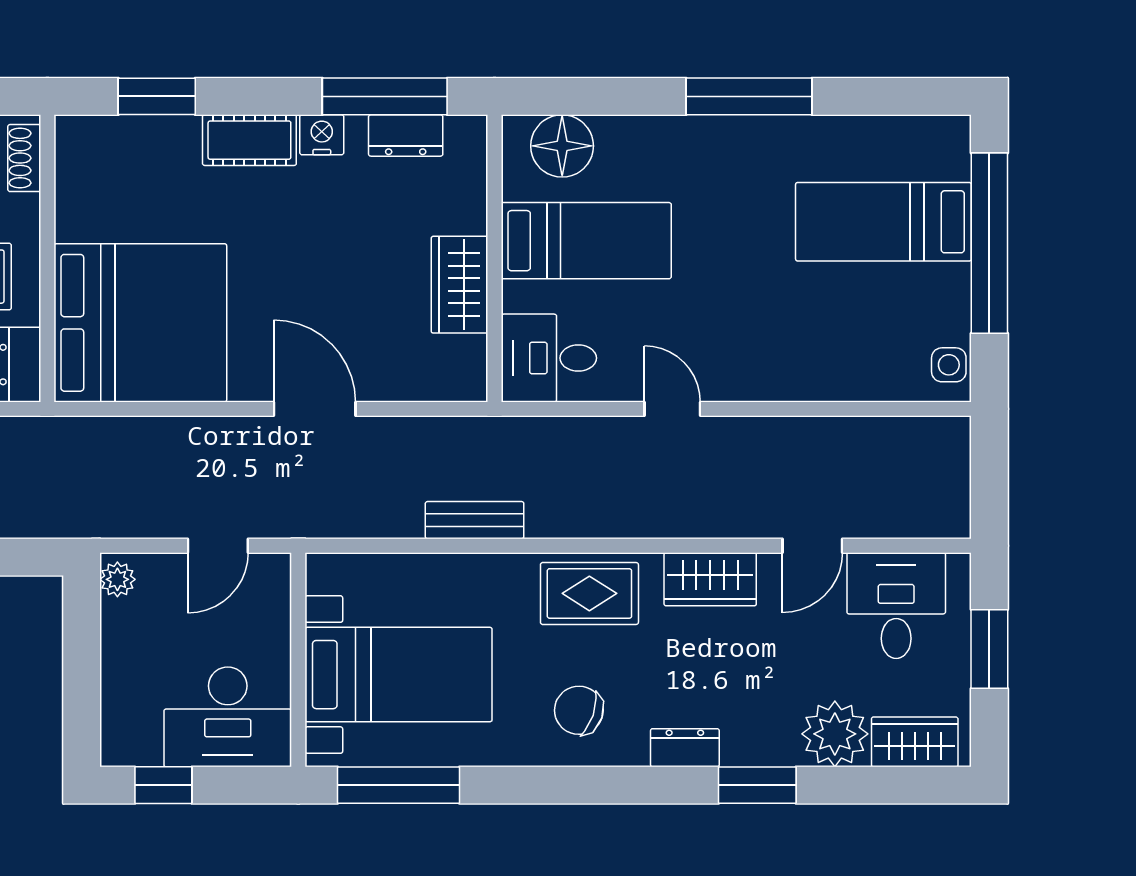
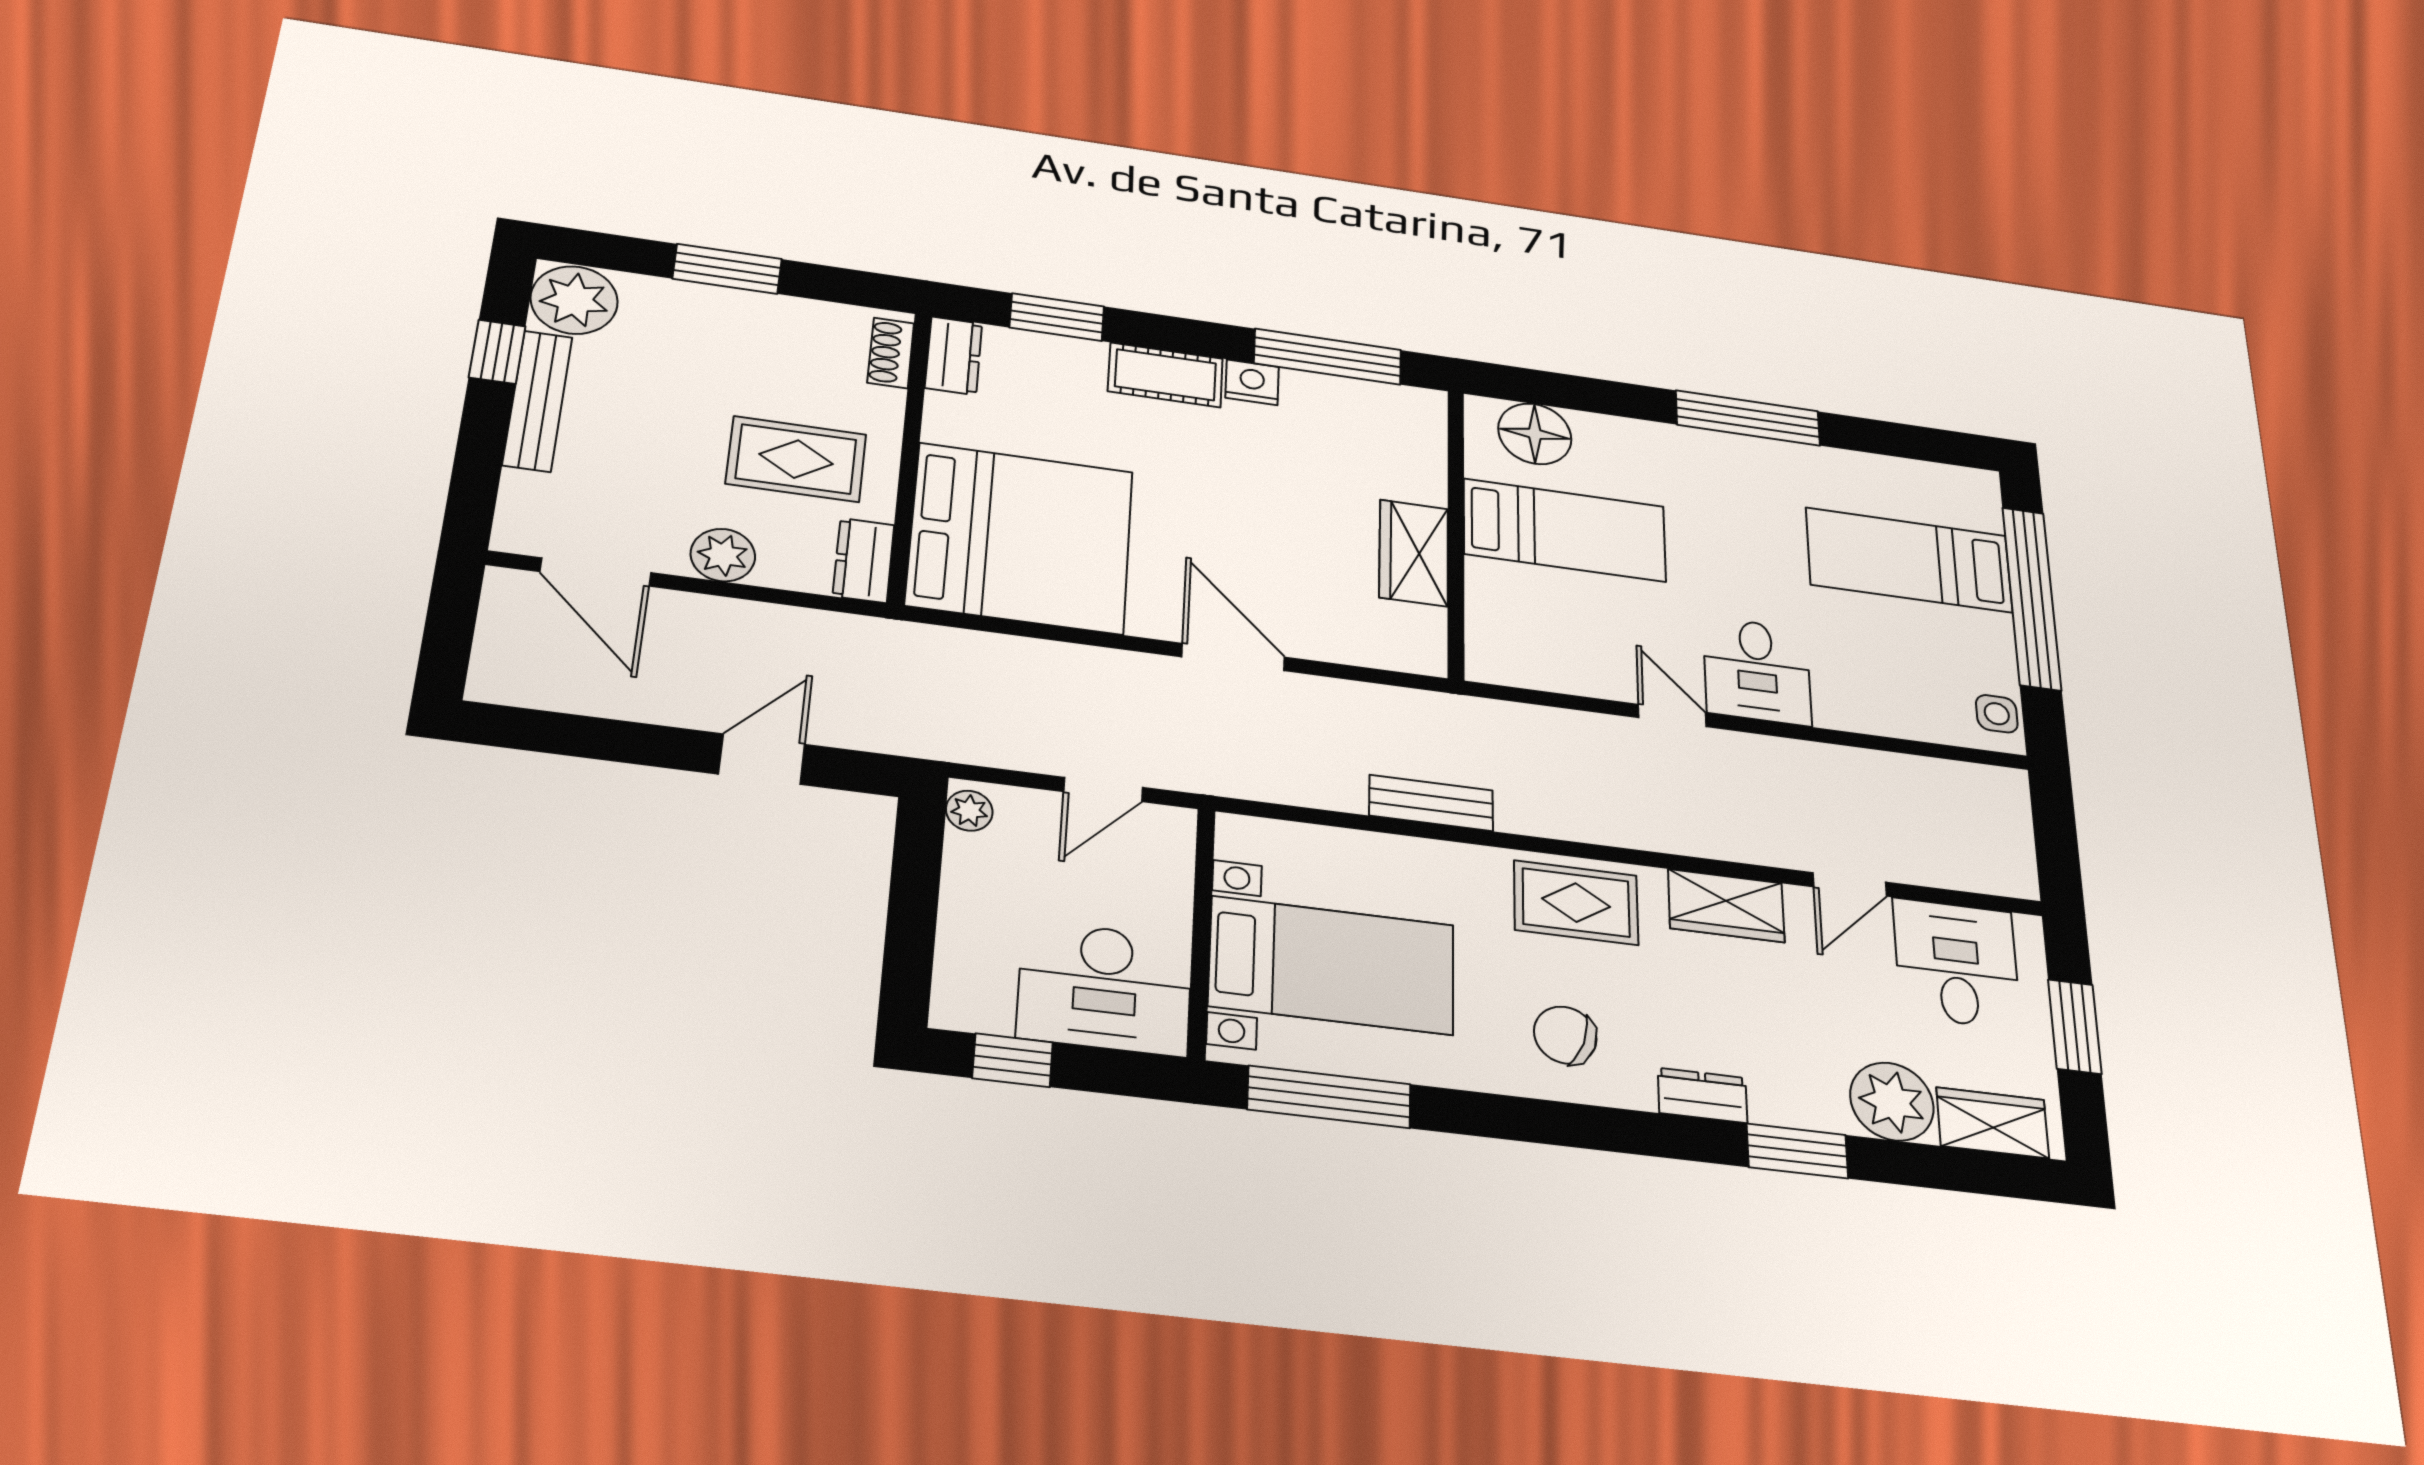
dresser: (406, 135) -> (954, 356), moved, turned -90
desk: (549, 358) -> (1757, 671), moved, turned -90

